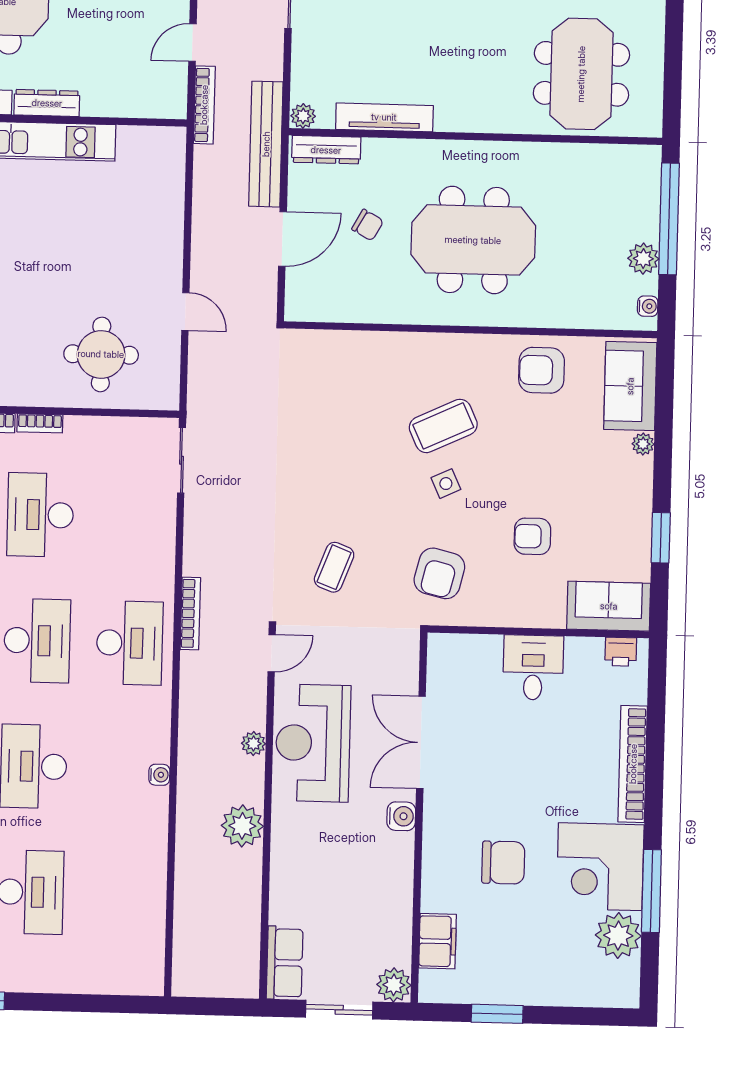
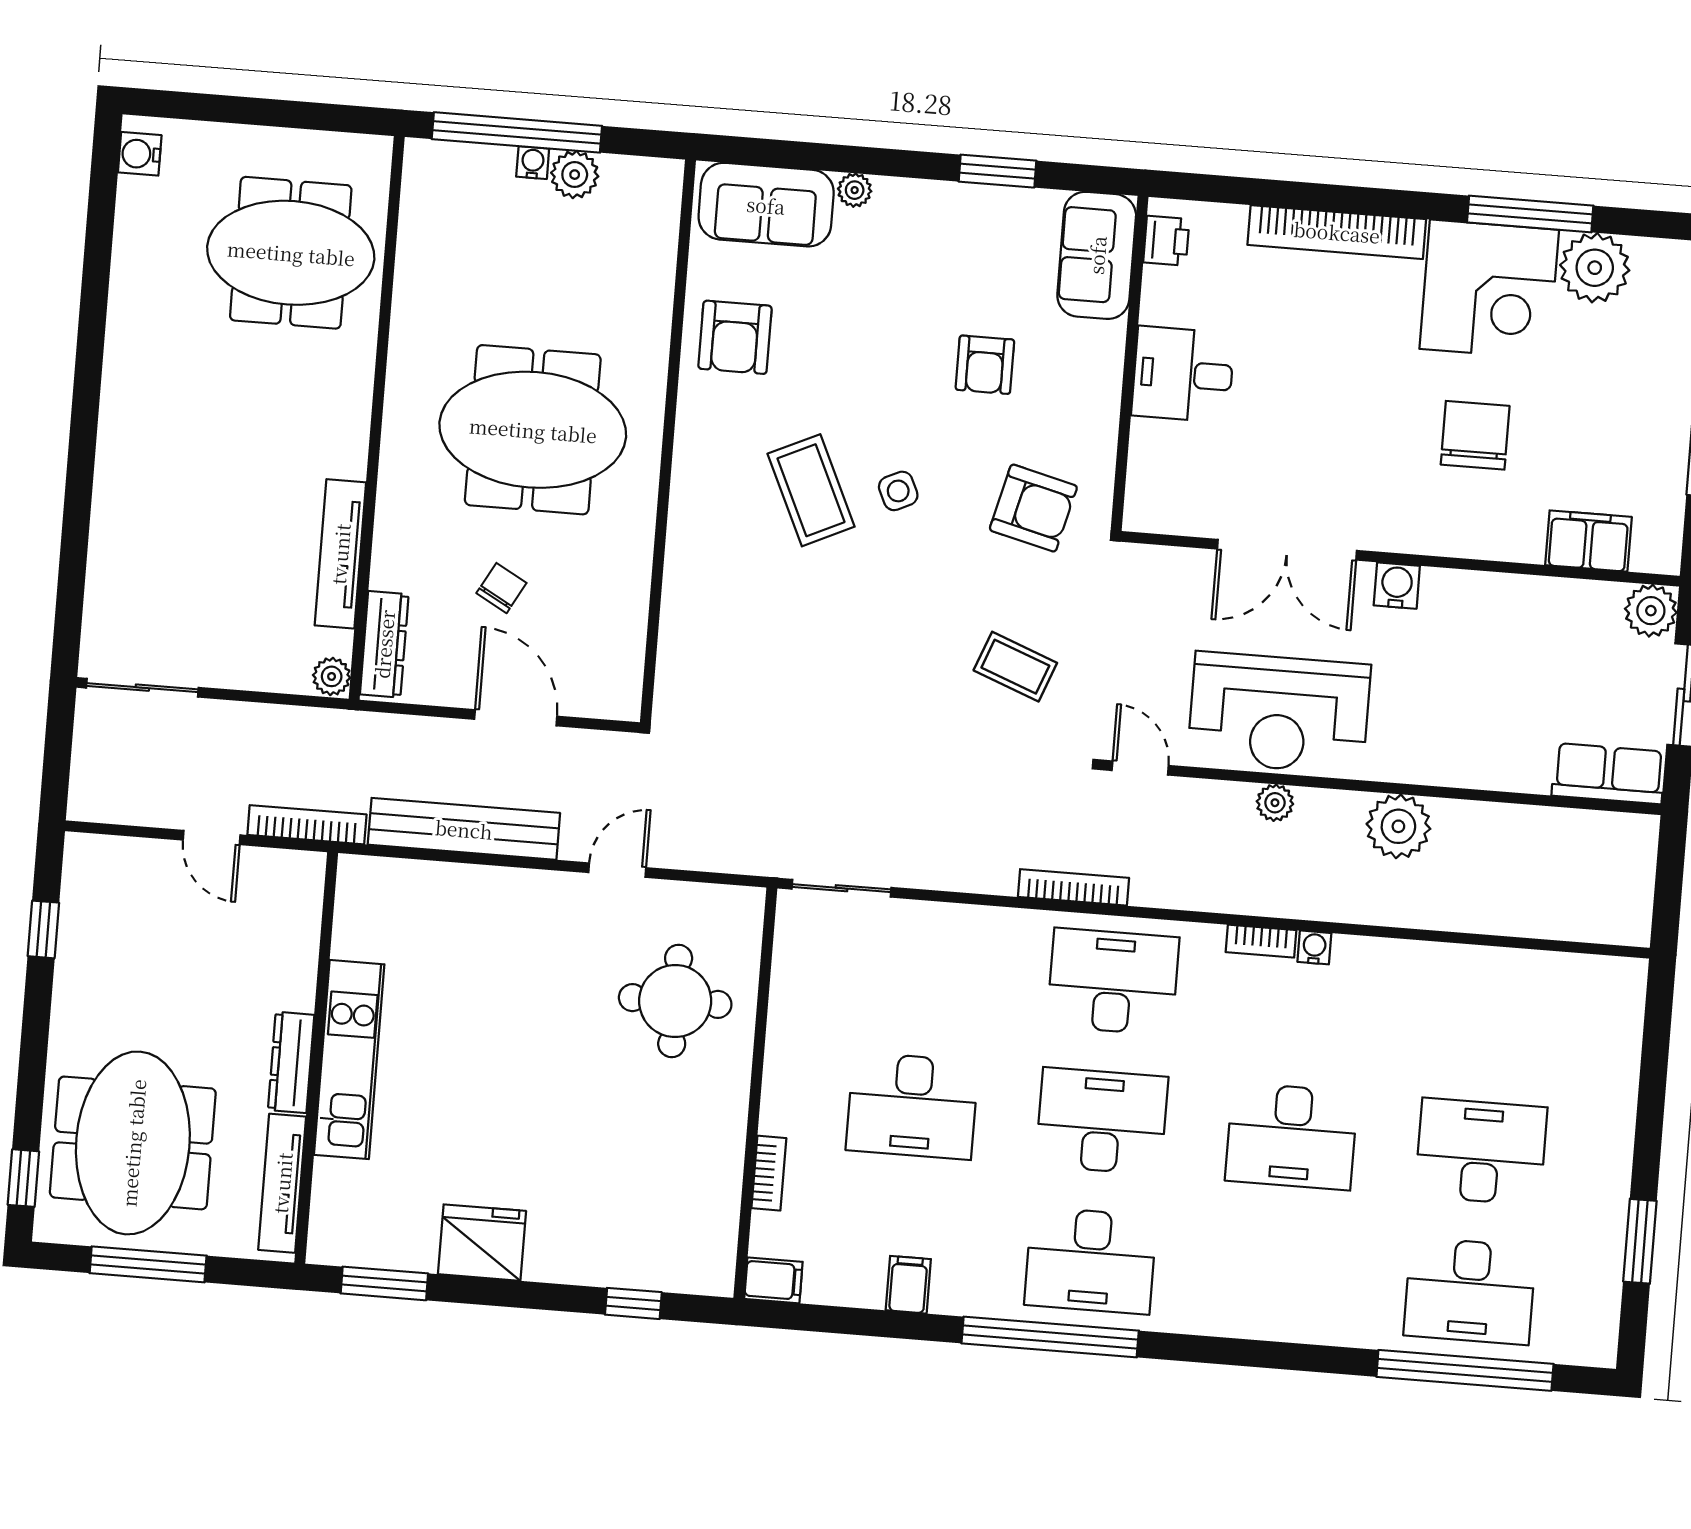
bench: (266, 144) -> (464, 829), moved
meeting table: (473, 240) -> (533, 430), turned 90
water cooler: (648, 306) -> (533, 163), moved
bookcase: (40, 423) -> (1261, 941), moved, turned 90

